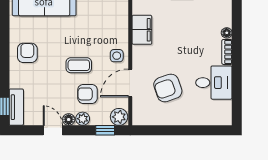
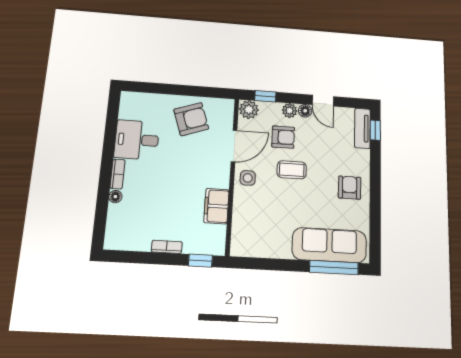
armchair: (27, 53) -> (350, 188), turned 180
armchair: (168, 88) -> (191, 119), moved

